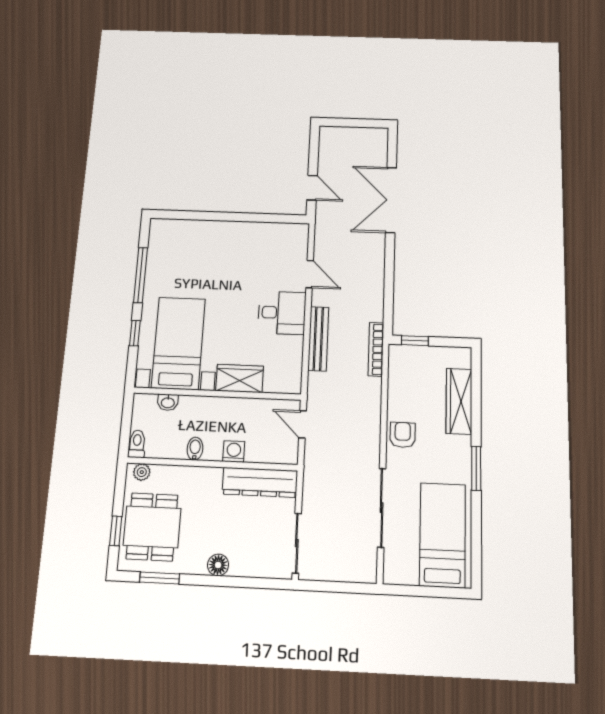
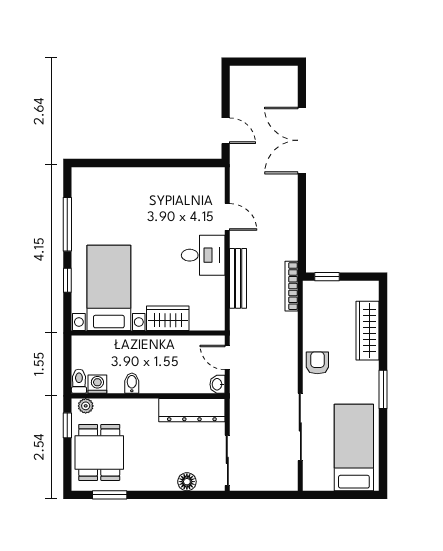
washbasin: (168, 402) -> (217, 384), moved, turned 90
washing machine: (234, 451) -> (97, 384), moved
window: (116, 531) -> (67, 425), moved
floor lamp: (218, 565) -> (187, 482), moved

